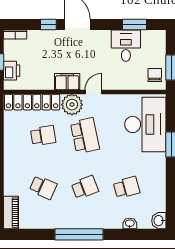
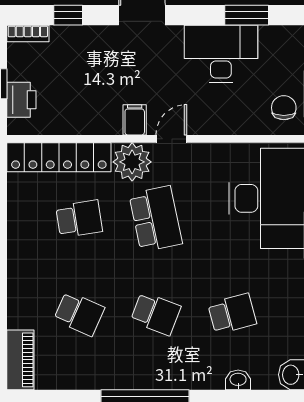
window: (48, 25) -> (68, 15), moved
desk: (126, 46) -> (221, 54), width x1.37
filing cabinet: (67, 82) -> (135, 120), width x0.50
school desk: (85, 187) -> (156, 314), turned 42

